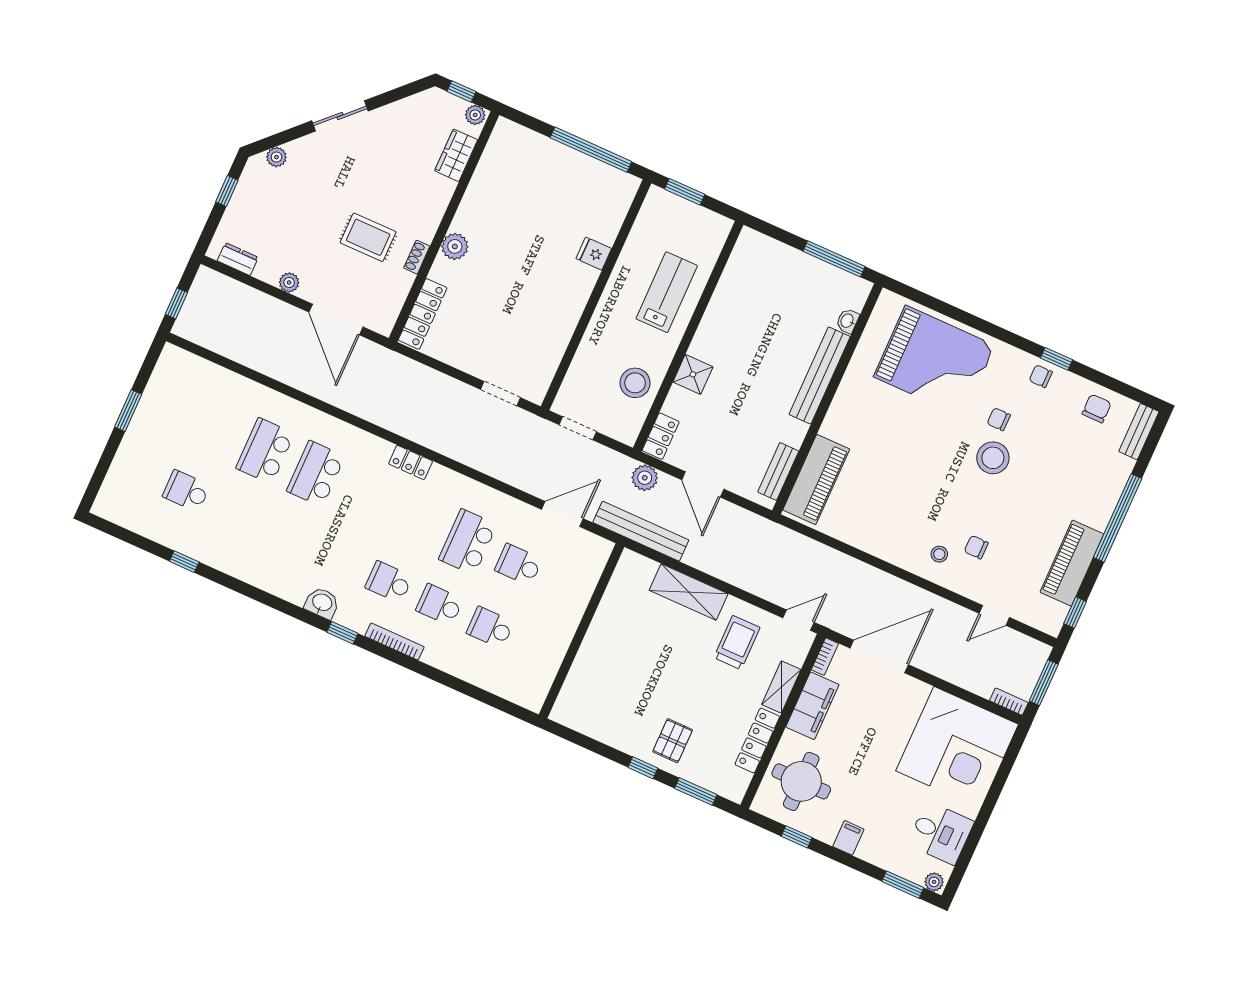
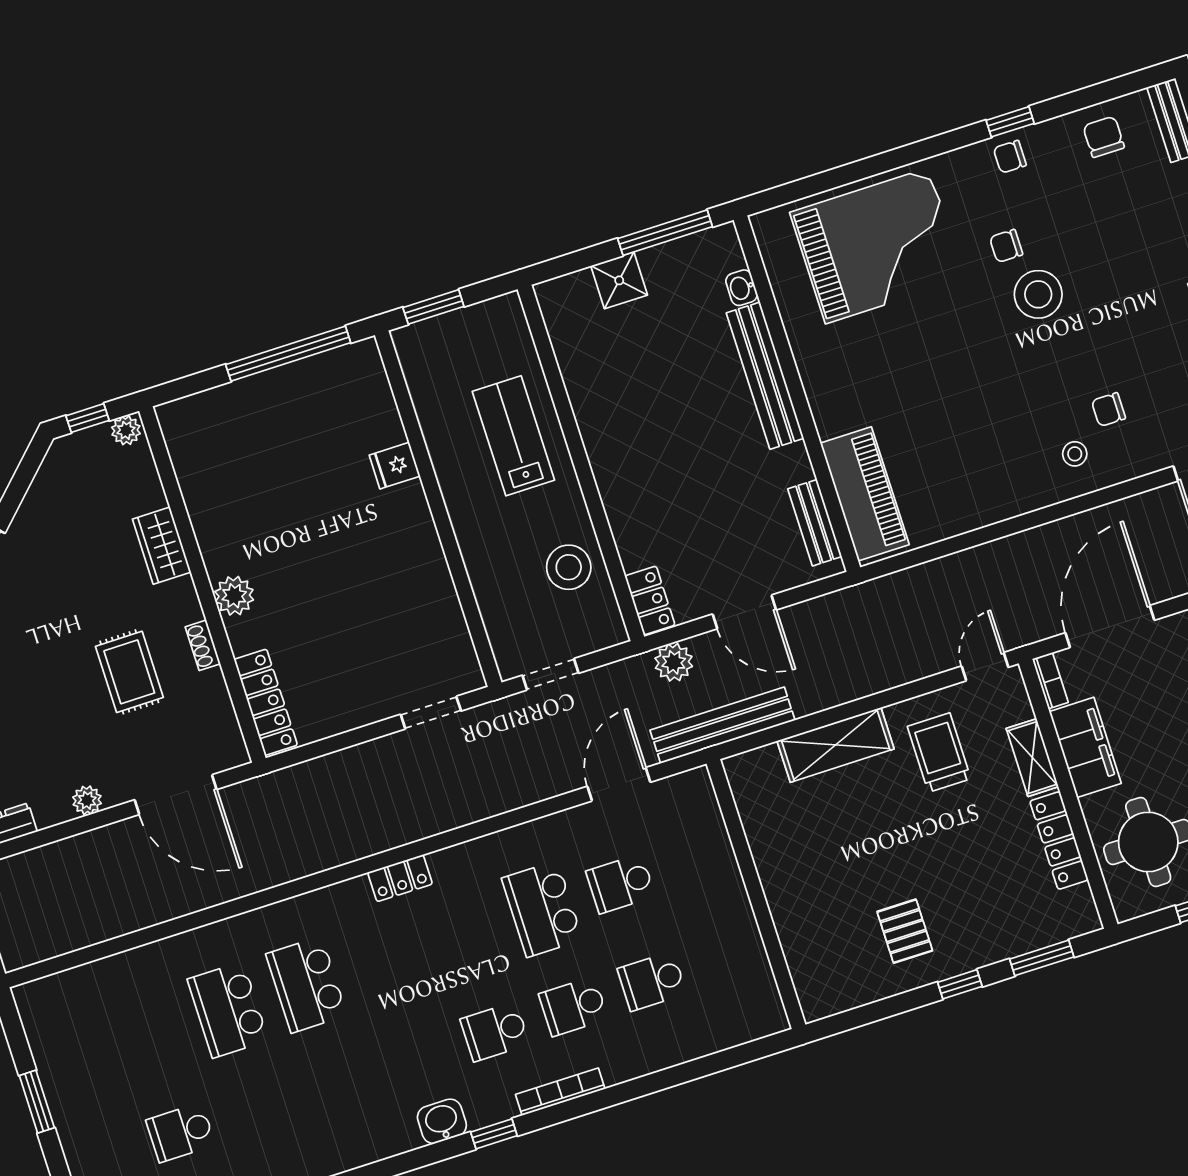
wardrobe: (456, 155) -> (162, 546), moved
rug: (368, 237) -> (129, 672), turned 90
shower: (693, 374) -> (619, 280), moved
pallet: (673, 741) -> (905, 931), moved

